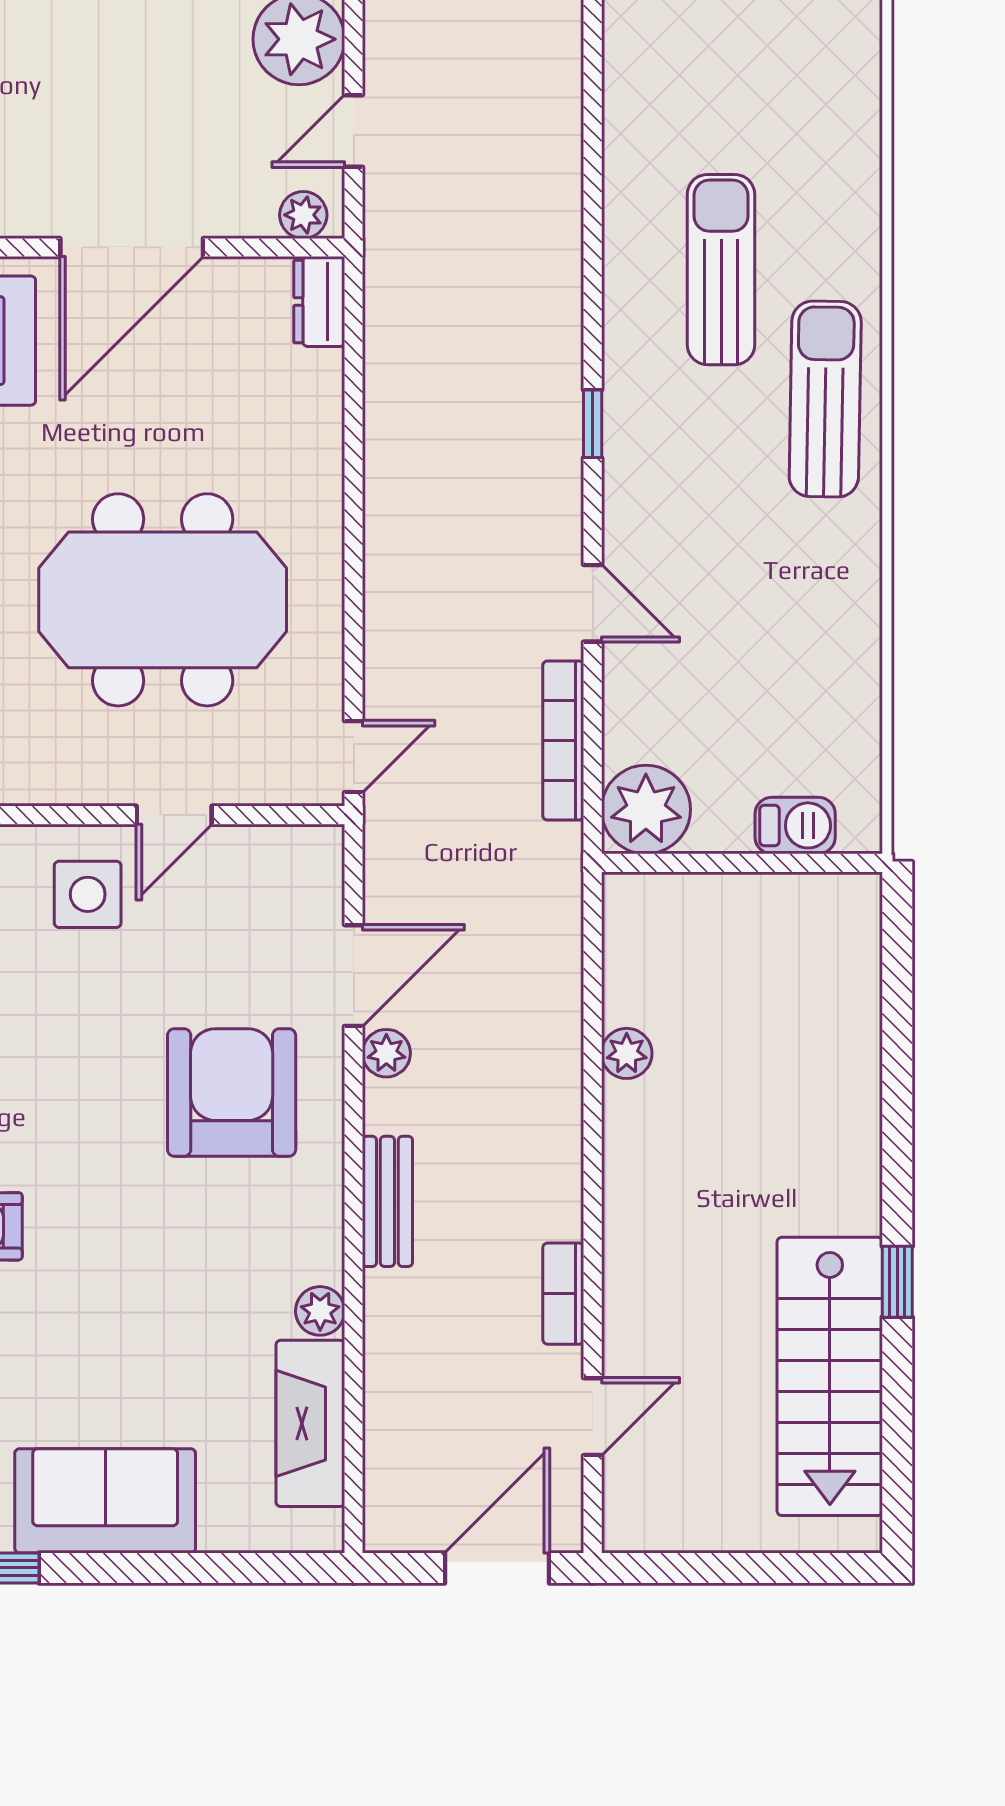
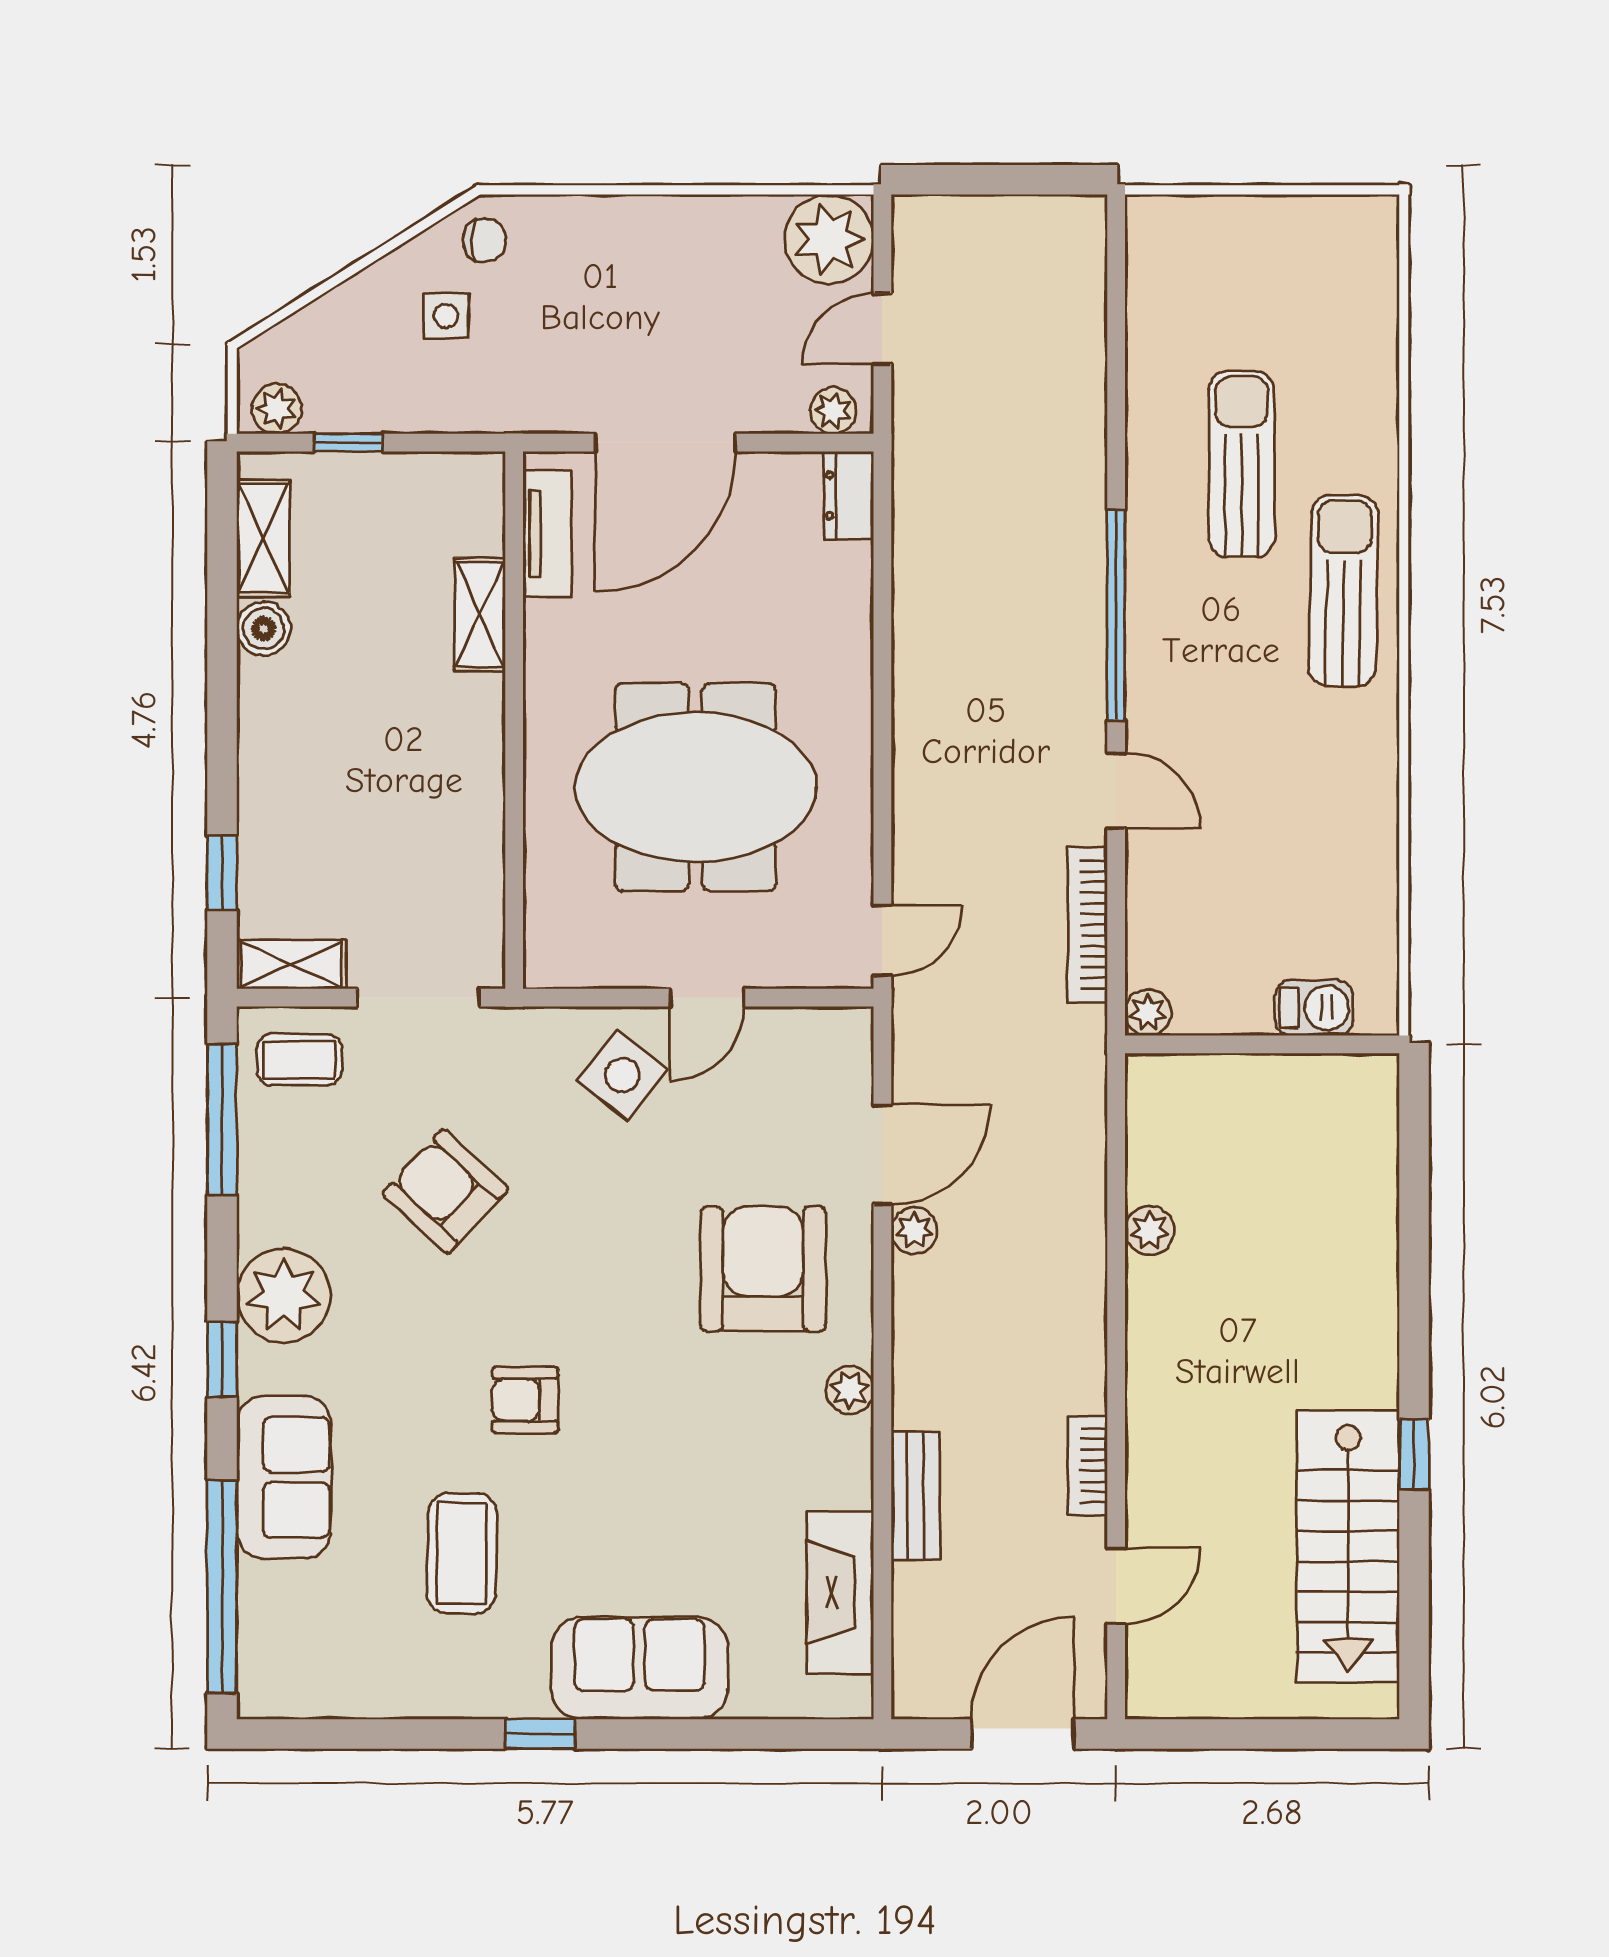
window: (593, 424) -> (1116, 615), width x3.17
plant: (646, 809) -> (1148, 1012), width x0.53, depth x0.53
side table: (88, 894) -> (622, 1075), turned 38
bench: (387, 1201) -> (915, 1496), moved
plant: (320, 1311) -> (850, 1390), moved

